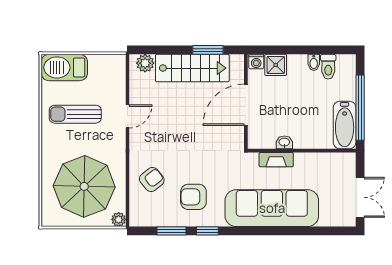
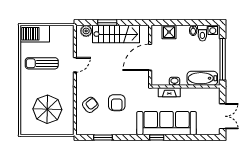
window: (208, 50) -> (107, 23), moved
washing machine: (256, 62) -> (213, 30), moved
bathtub: (345, 125) -> (202, 78), moved, turned 90
parasol: (84, 186) -> (47, 109), width x0.73, depth x0.73
armchair: (193, 197) -> (117, 103), moved, turned -90
plant: (119, 219) -> (69, 130), removed
window: (207, 231) -> (157, 137), moved

